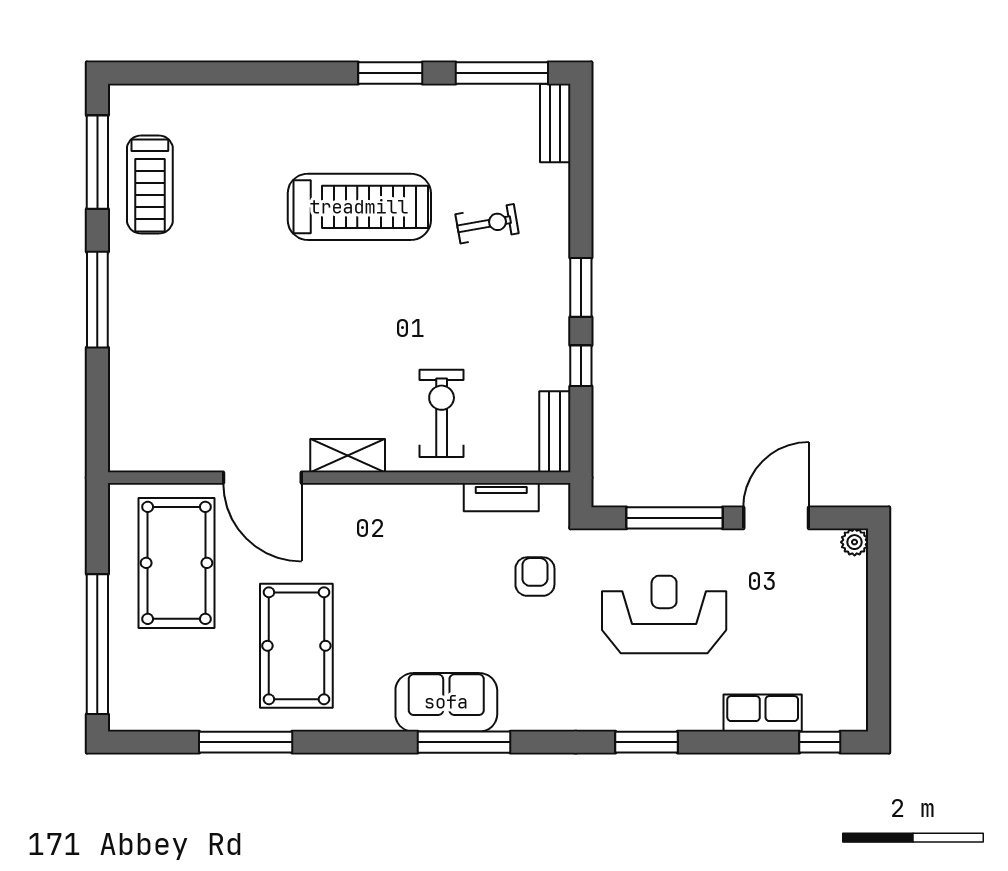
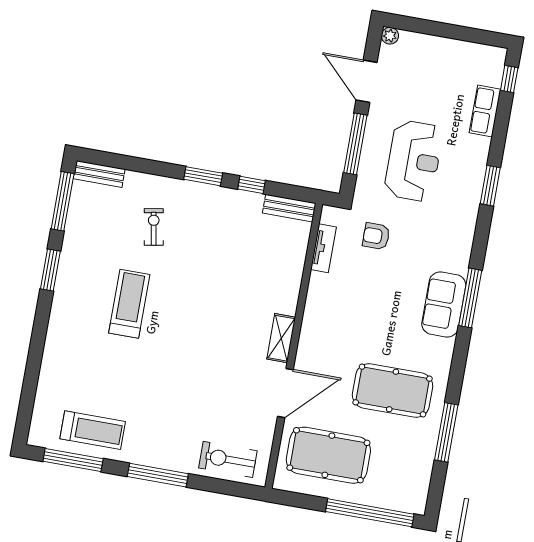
treadmill: (359, 207) -> (129, 304), width x0.73, depth x0.73
exercise bike: (442, 413) -> (228, 459), moved
reception desk: (664, 615) -> (414, 161), turned 180

